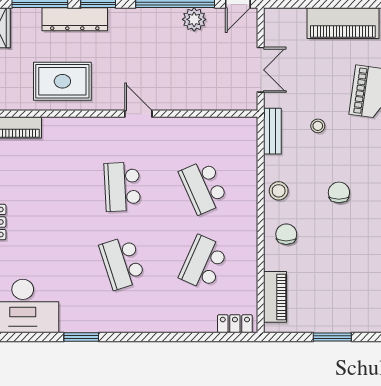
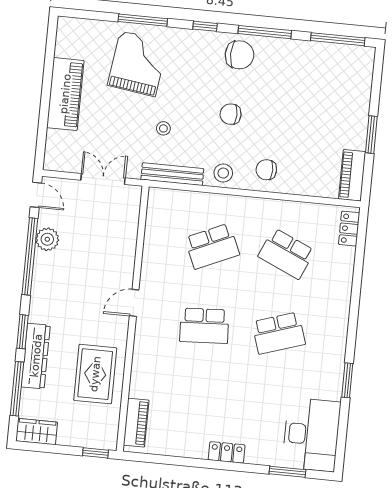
bench: (272, 131) -> (172, 174), width x1.36
piano: (275, 297) -> (352, 175), moved, turned -90

